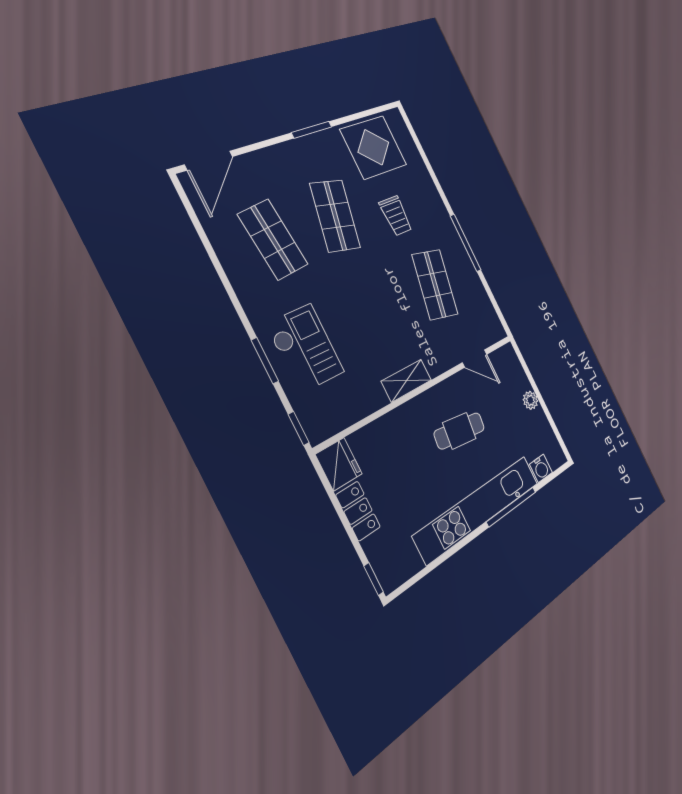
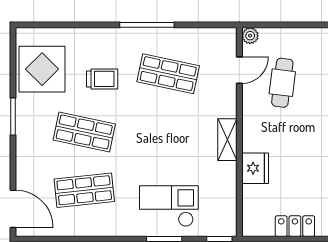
plant: (530, 400) -> (250, 36), moved
cafe table: (459, 431) -> (282, 83), moved
fridge: (339, 464) -> (255, 168), moved, turned 90

